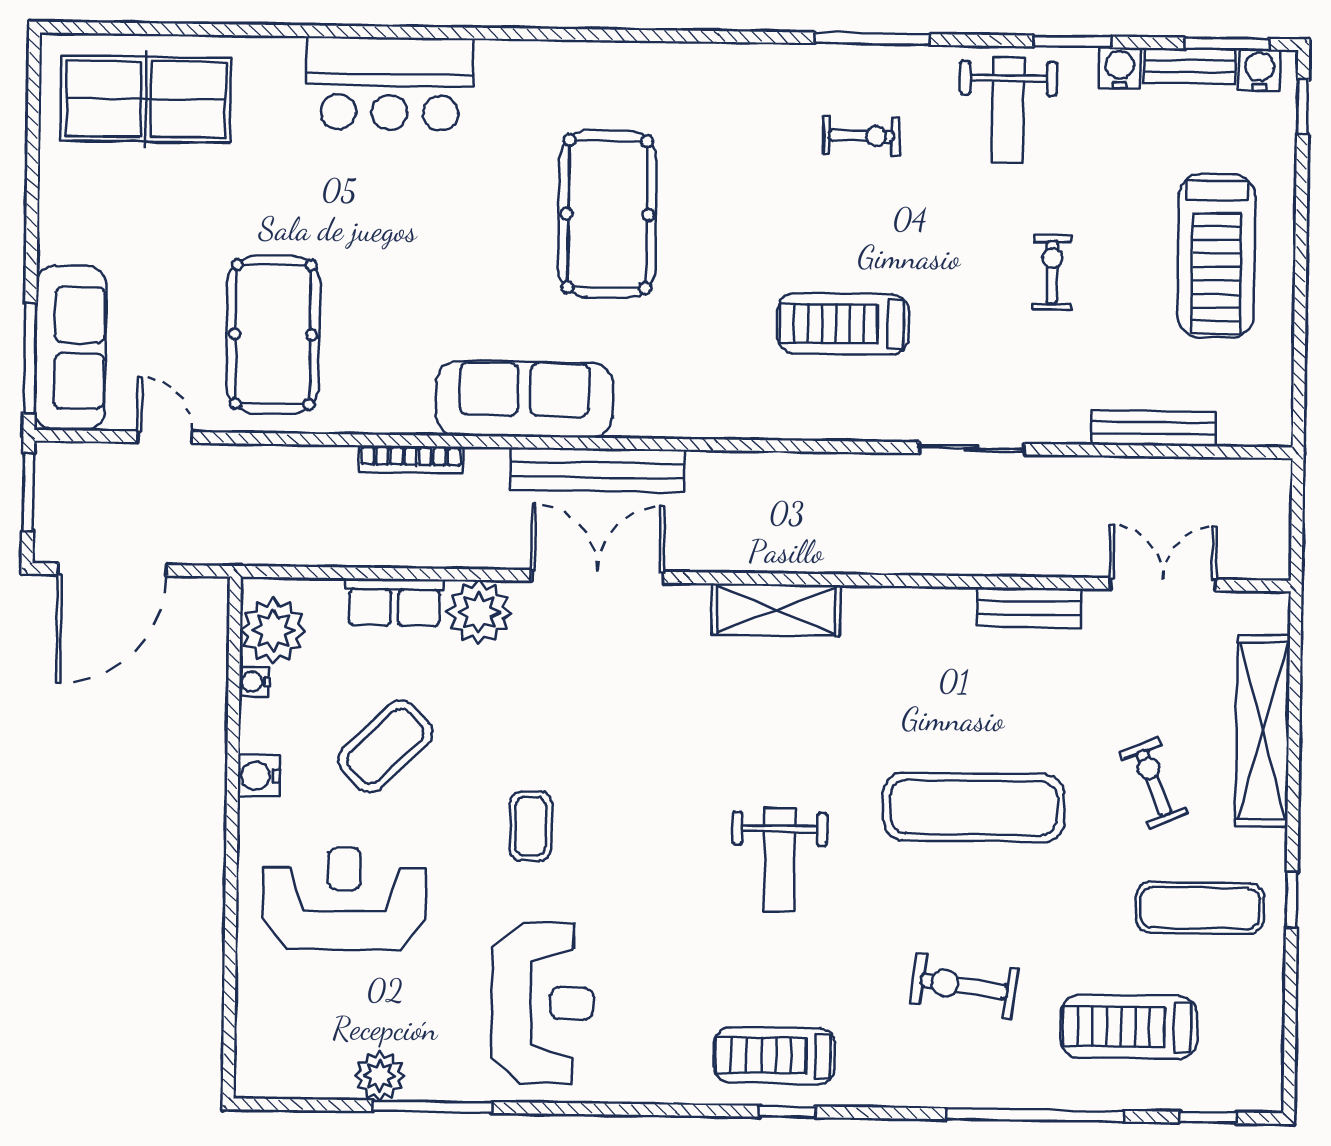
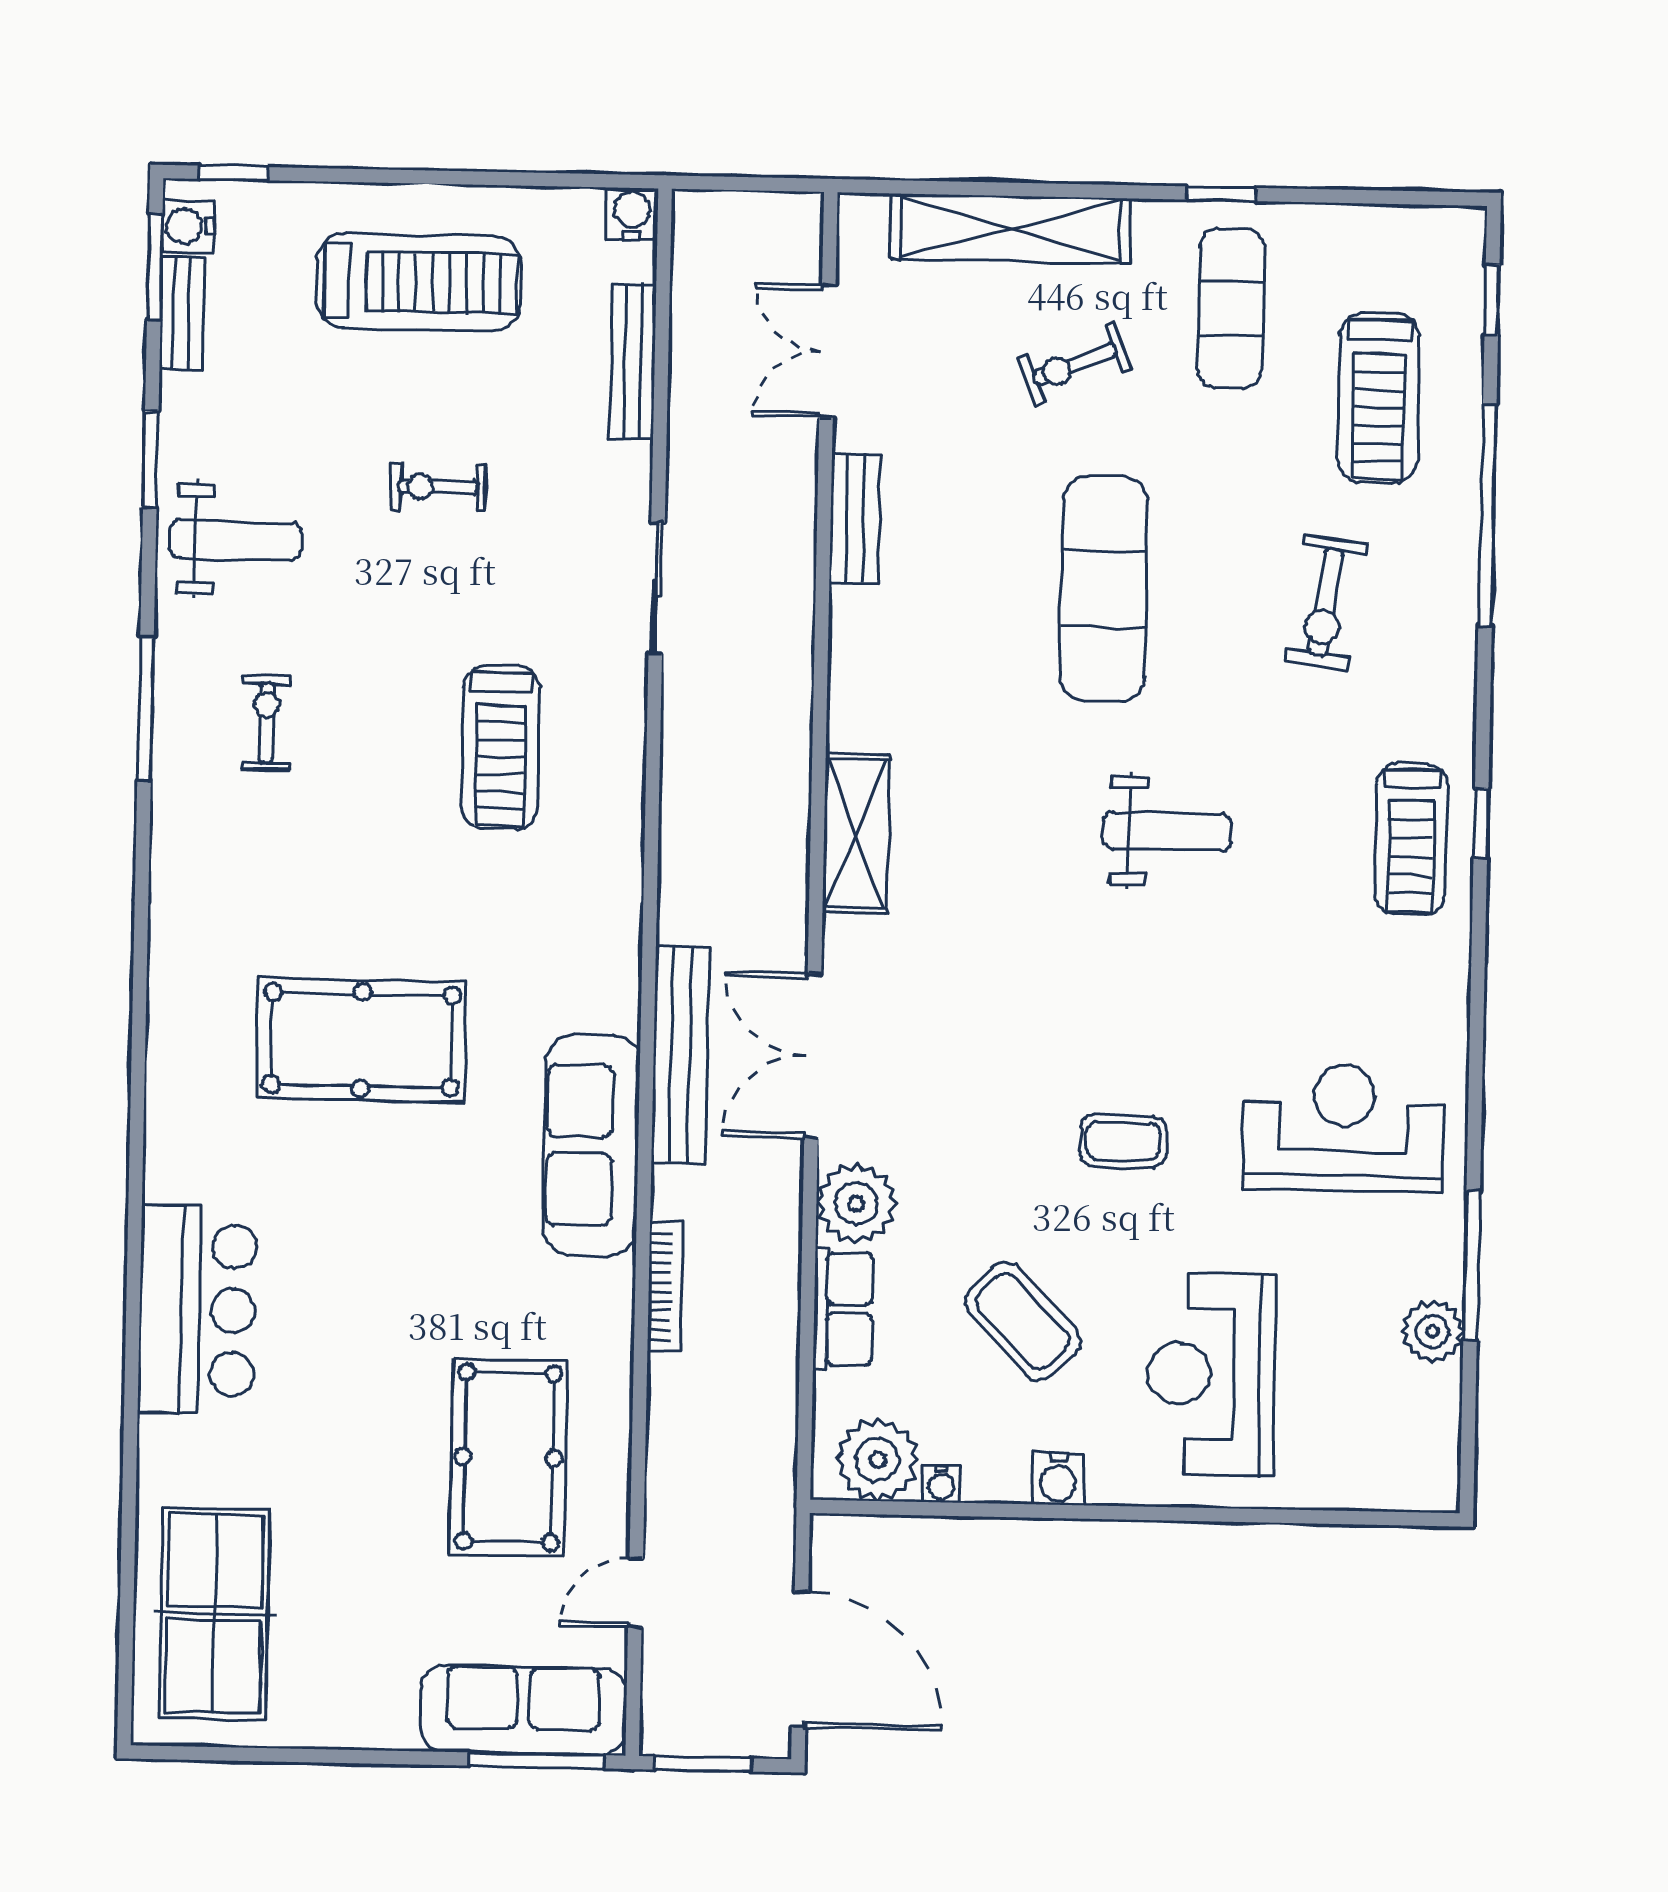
water cooler: (1120, 68) -> (632, 214), moved, turned 90
pool table: (273, 334) -> (509, 1457), turned 90

